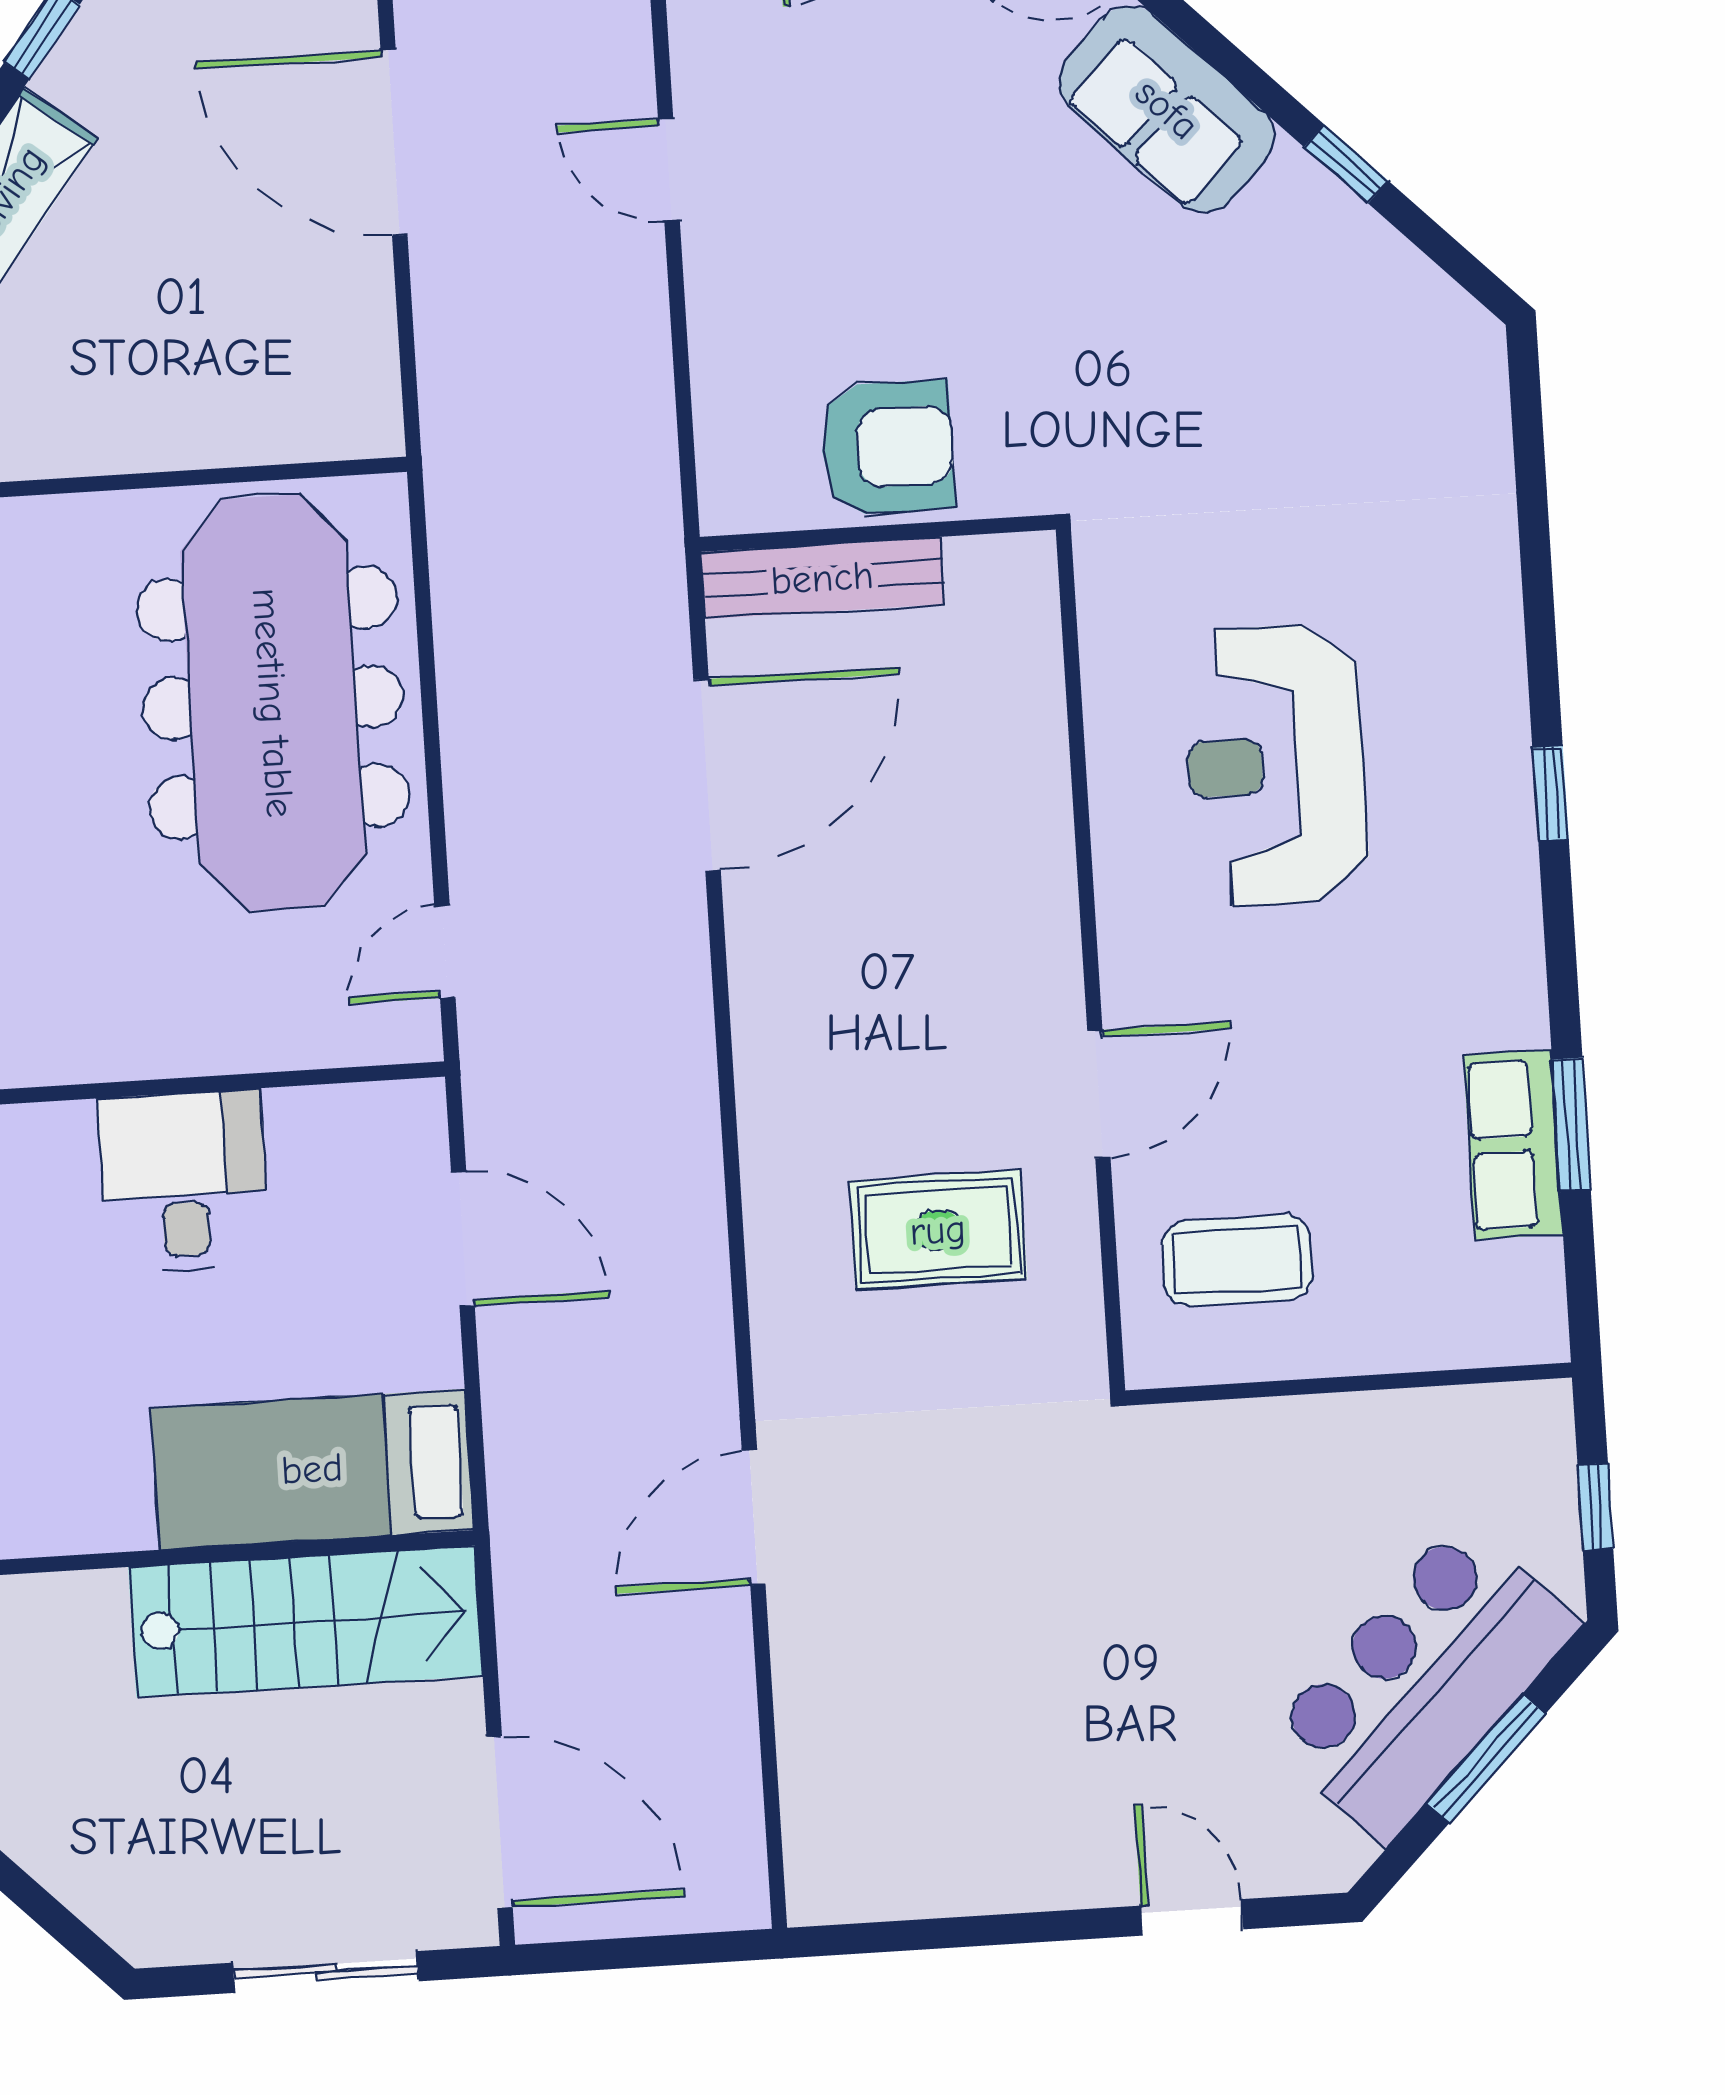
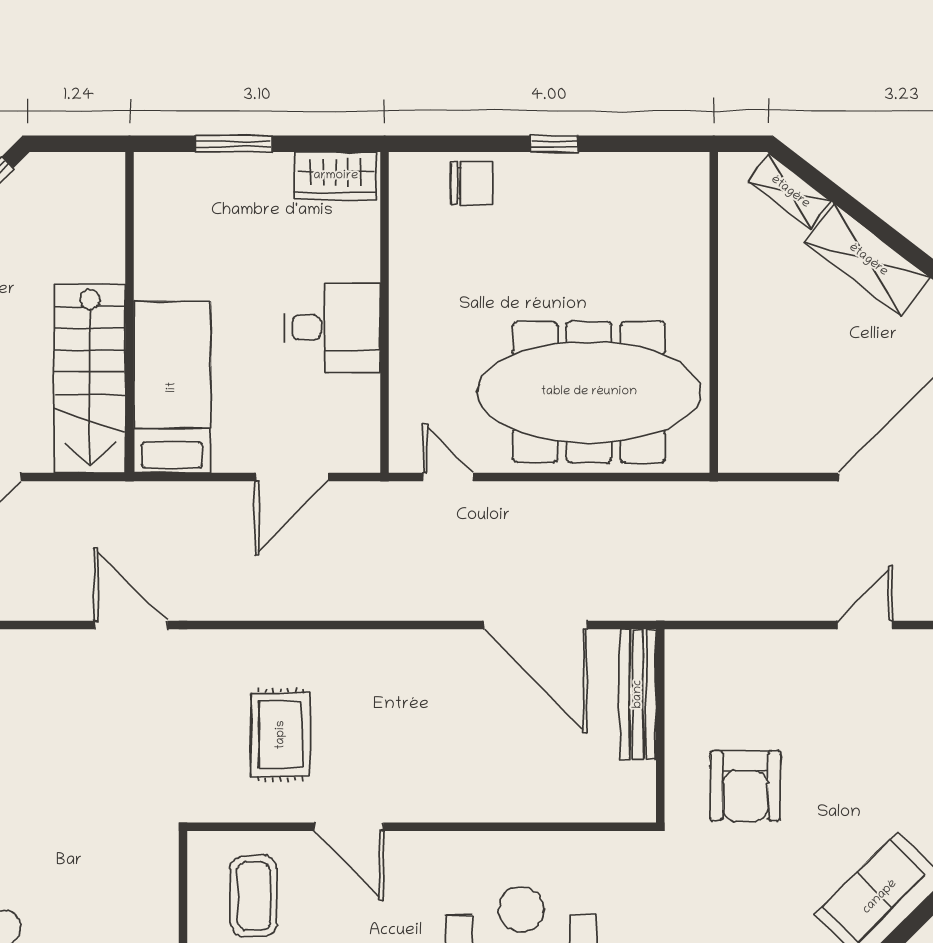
armchair: (887, 448) -> (745, 786), moved

